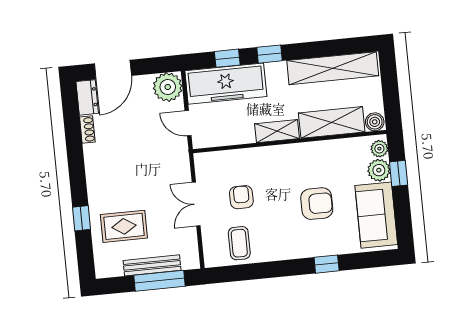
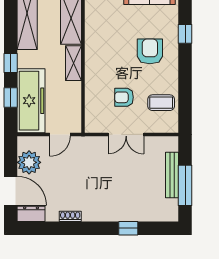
plant: (168, 87) -> (29, 162), moved
shoe rack: (87, 130) -> (70, 216), moved
armchair: (317, 204) -> (150, 51), moved
rug: (124, 226) -> (138, 195), removed
window: (160, 281) -> (185, 185), moved

